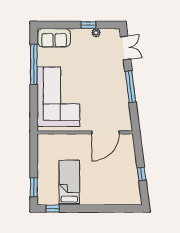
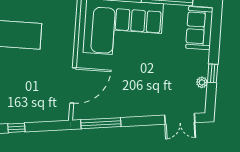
window: (130, 87) -> (101, 123), moved
door: (105, 132) -> (73, 85), swing flipped

